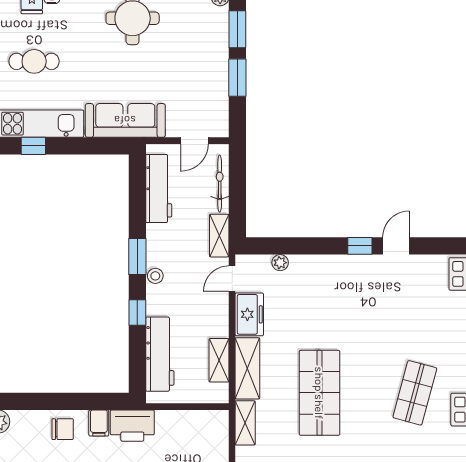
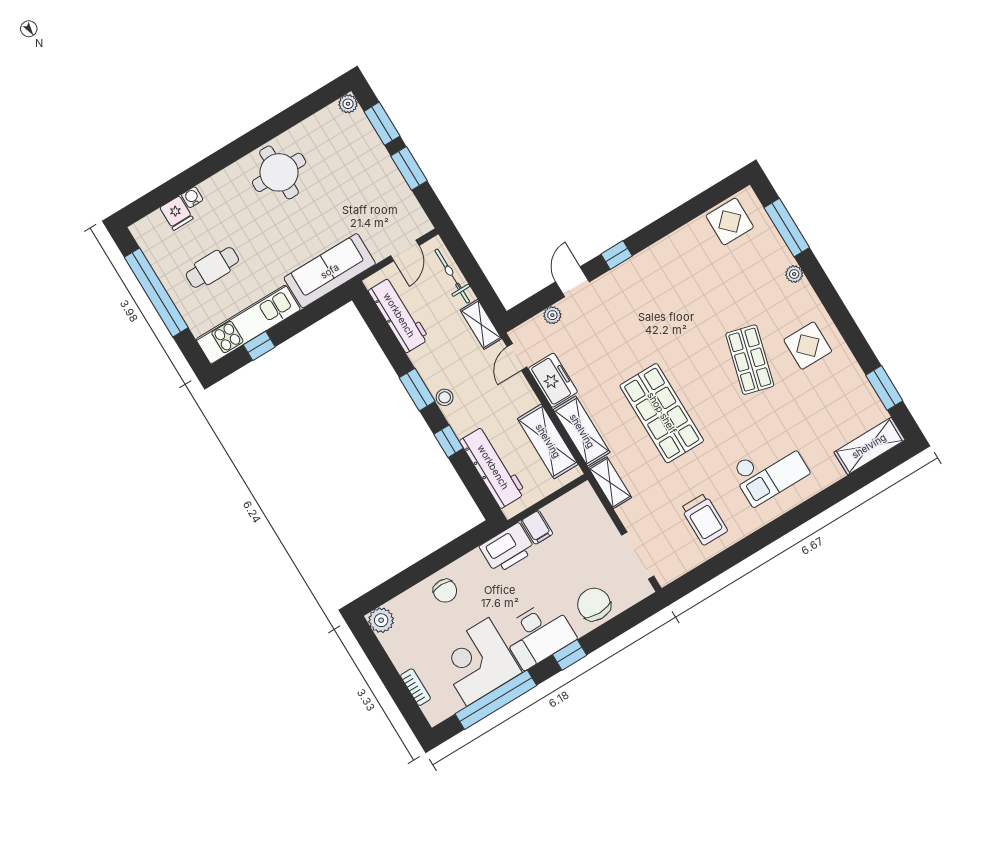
door: (396, 246) -> (572, 282), moved
shelving: (219, 360) -> (548, 441), width x1.50, depth x1.33
filing cabinet: (99, 423) -> (537, 527), moved
chair: (63, 429) -> (445, 591), turned 90

